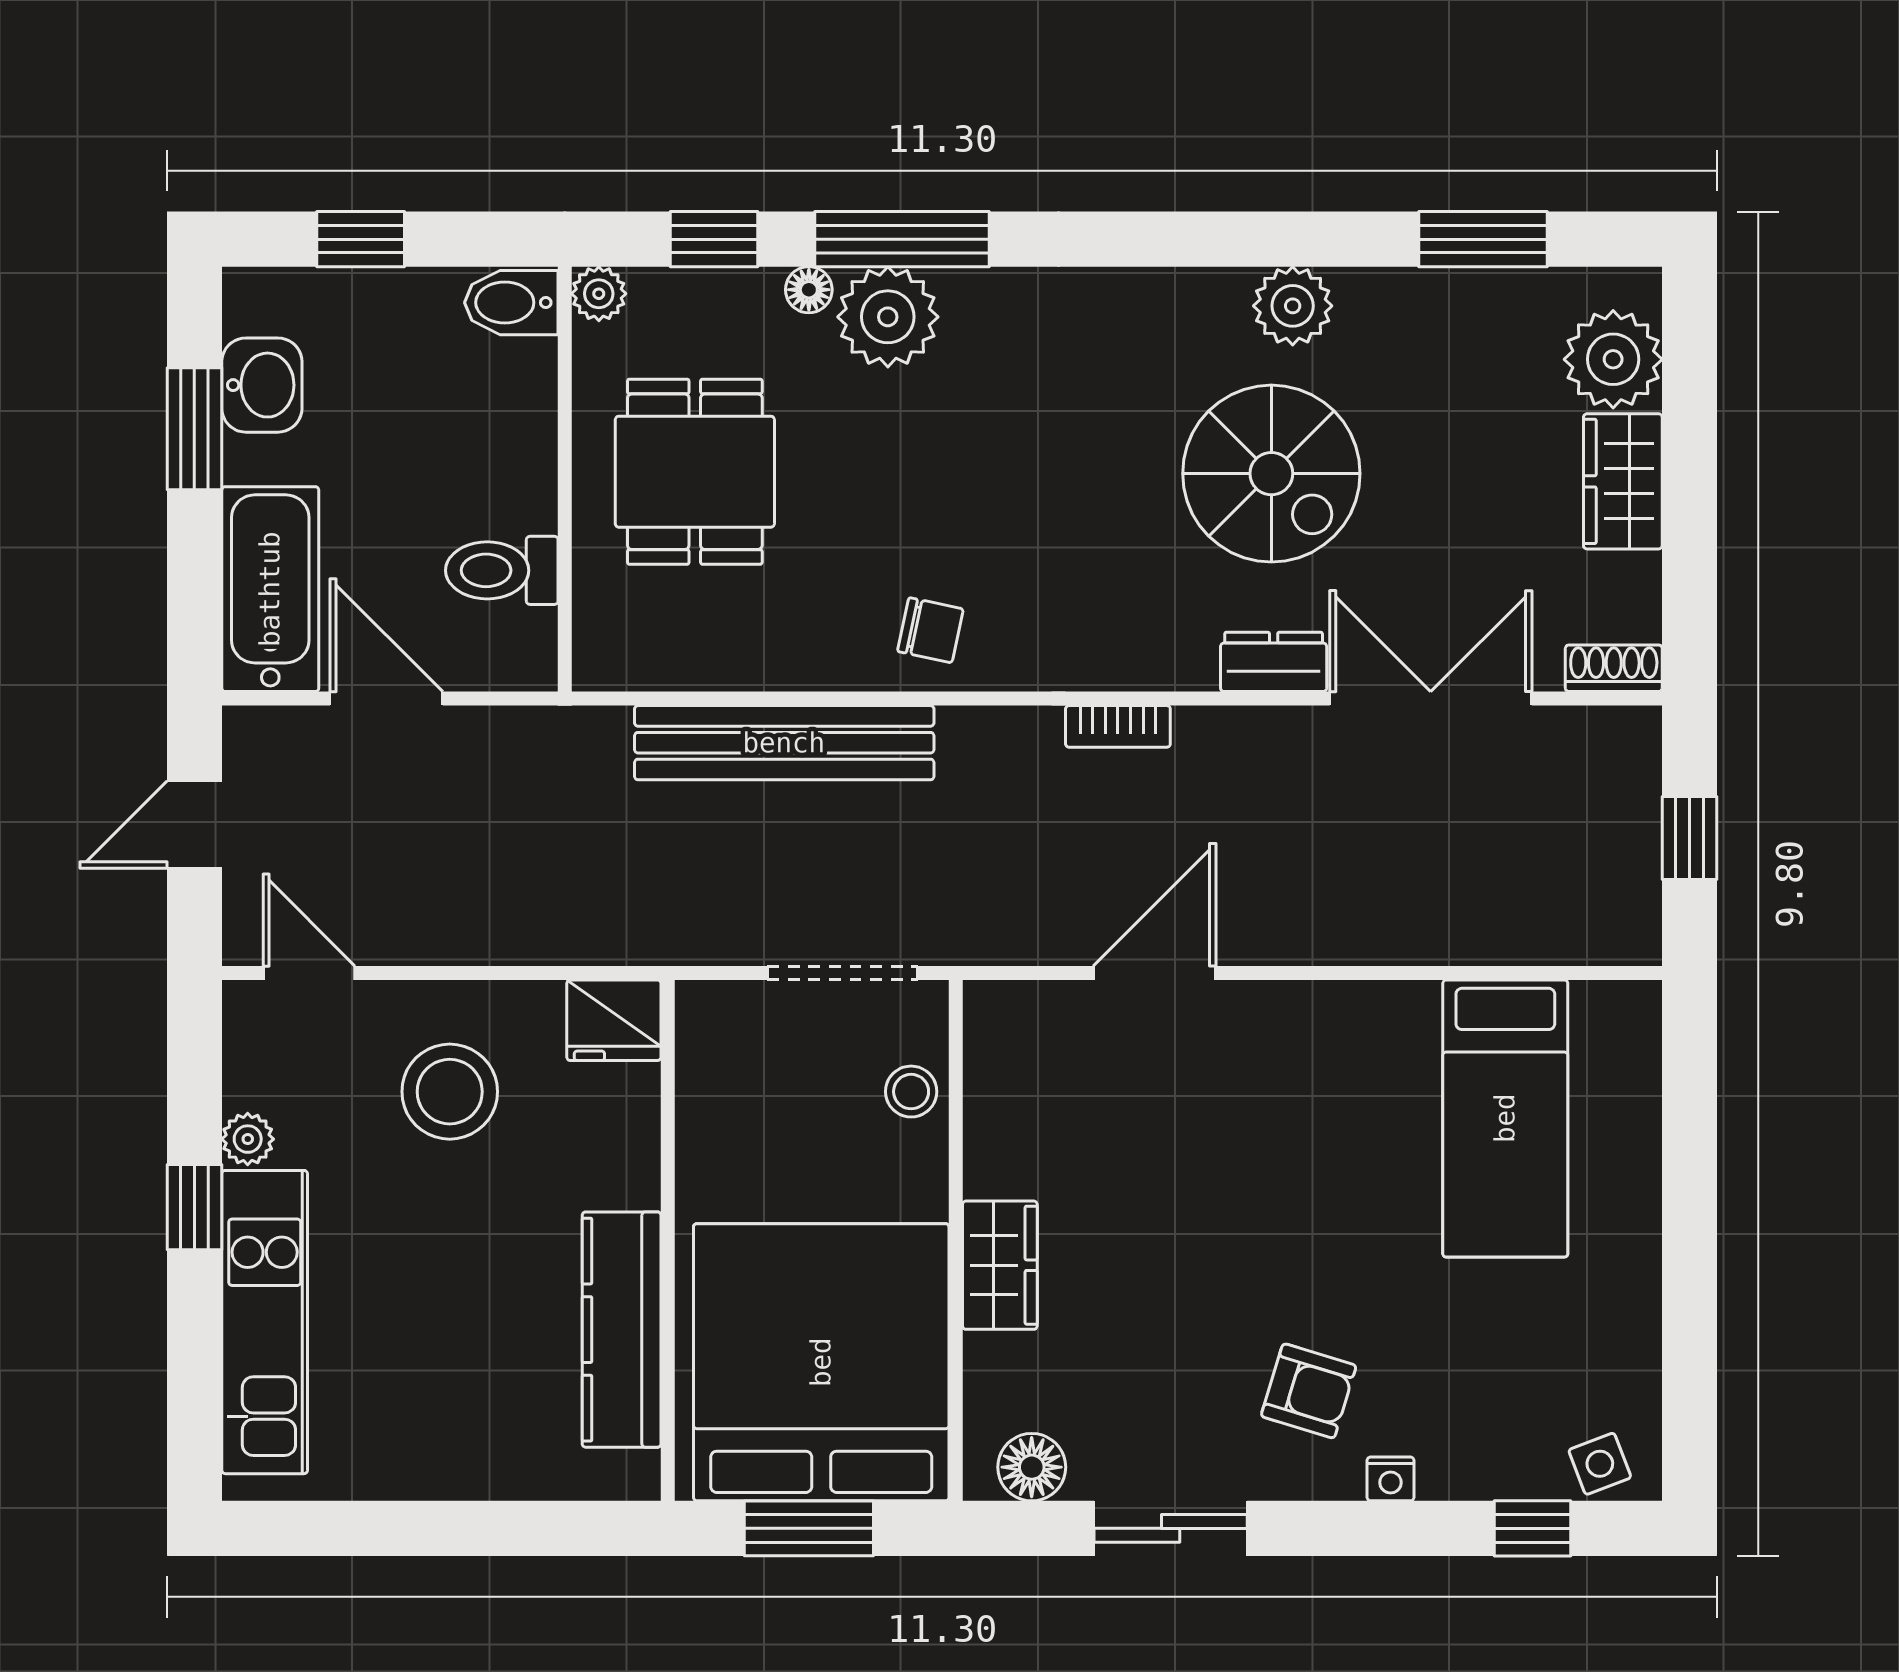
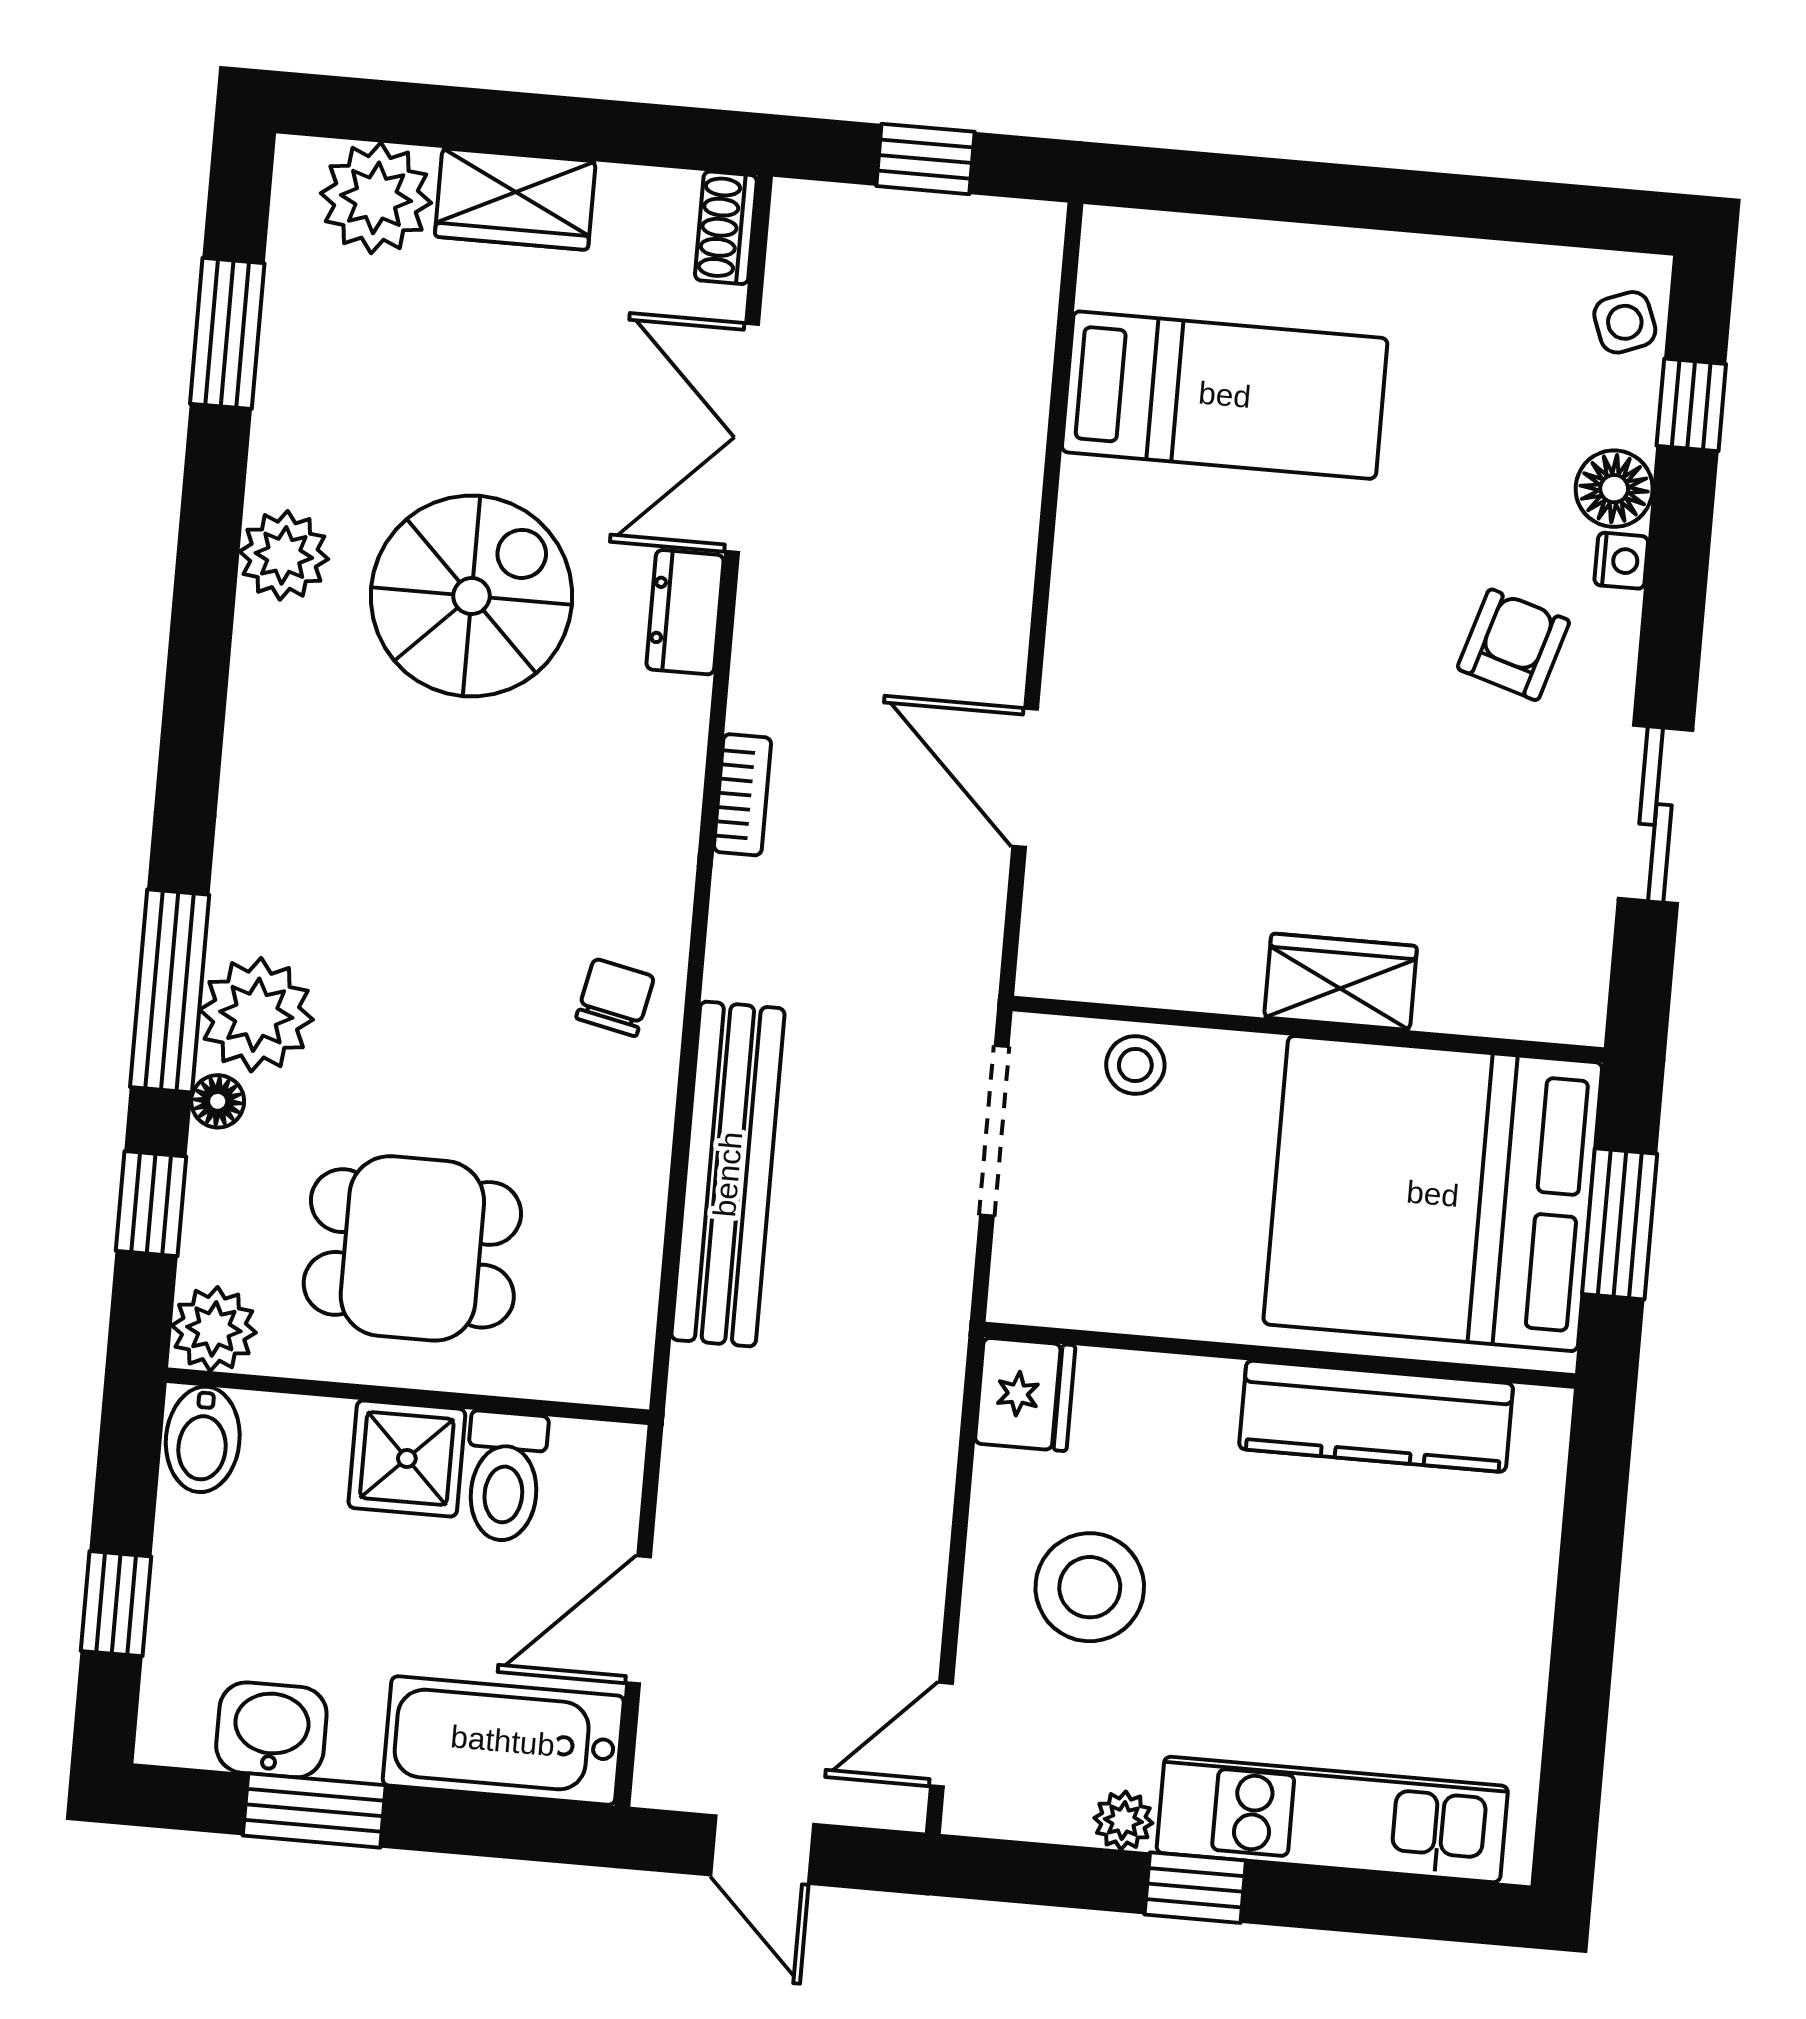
plant: (599, 294) -> (214, 1329), width x1.38, depth x1.38
shower: (510, 483) -> (407, 1458), added
floor lamp: (1032, 1467) -> (1614, 489), moved

